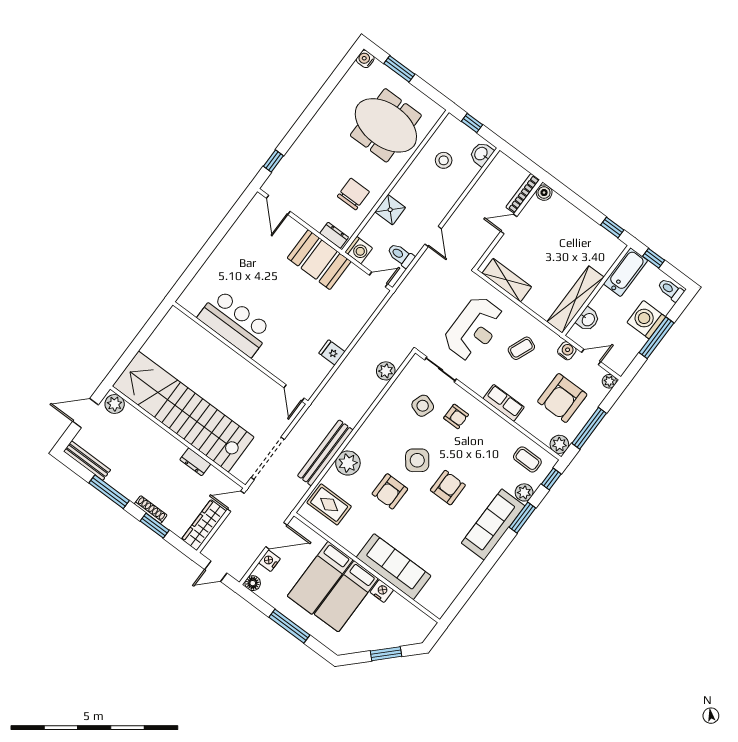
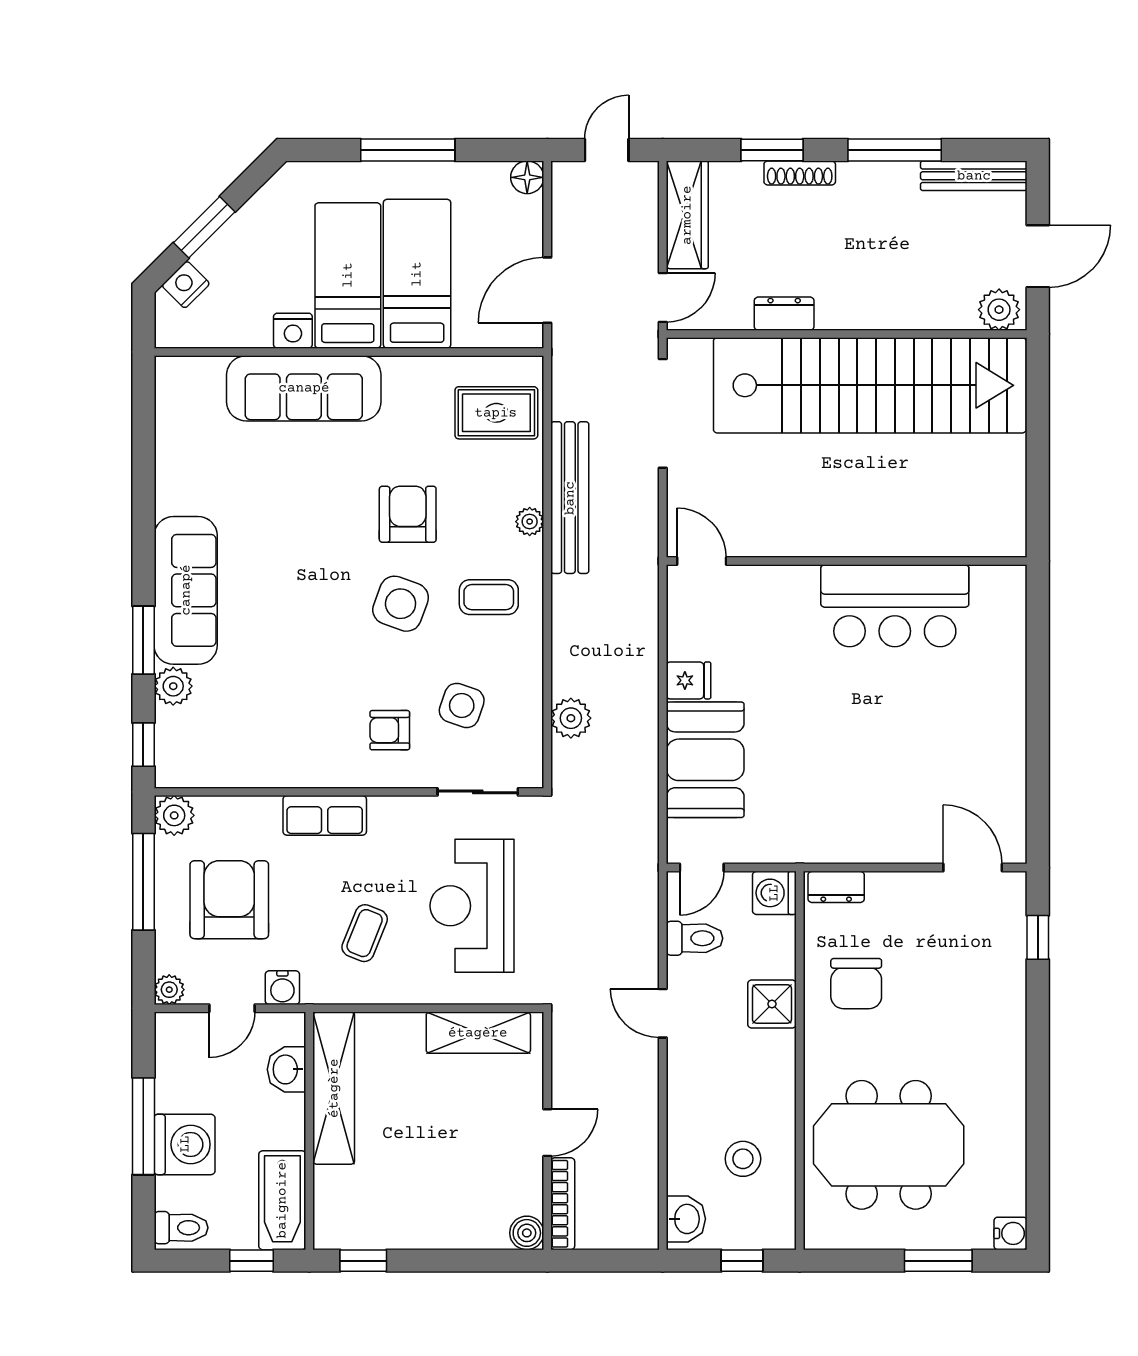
booth: (319, 260) -> (705, 760), moved, turned 90
coffee table: (527, 459) -> (489, 597), moved
side table: (417, 460) -> (401, 604), turned -33
plant: (348, 463) -> (530, 522), width x0.53, depth x0.53
armchair: (448, 488) -> (312, 596), removed
nightstand: (269, 561) -> (186, 285), moved, turned -135

